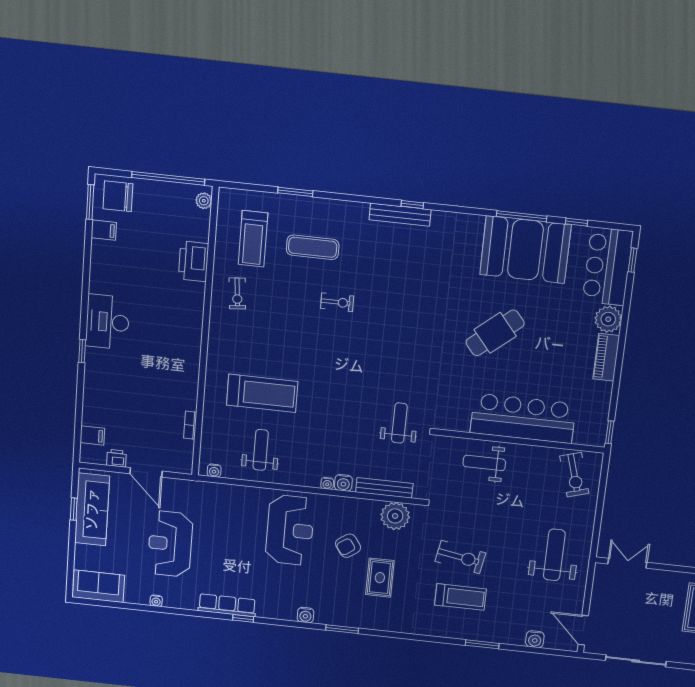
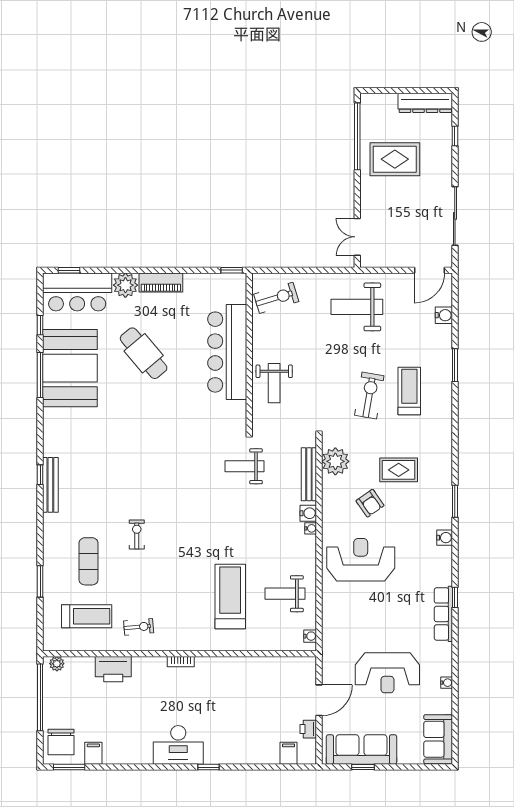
cafe table: (495, 333) -> (144, 353), moved
bookcase: (190, 425) -> (181, 662), moved

